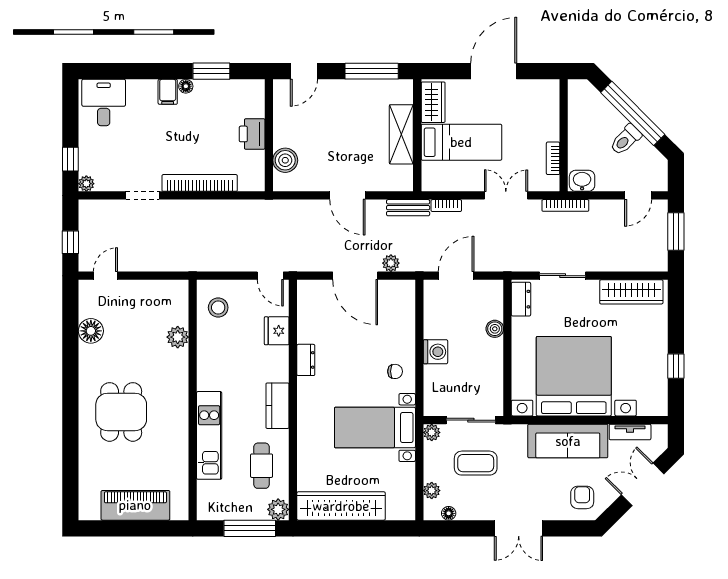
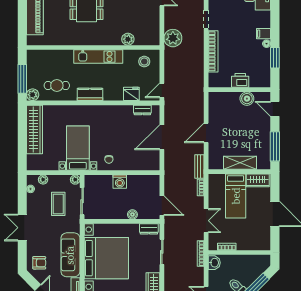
boiler: (285, 160) -> (247, 99), moved
plant: (391, 263) -> (173, 38), moved, width x1.87, depth x1.87
door: (456, 276) -> (162, 206), moved
dresser: (306, 360) -> (142, 110), moved
kitchen unit: (209, 435) -> (98, 57), moved

